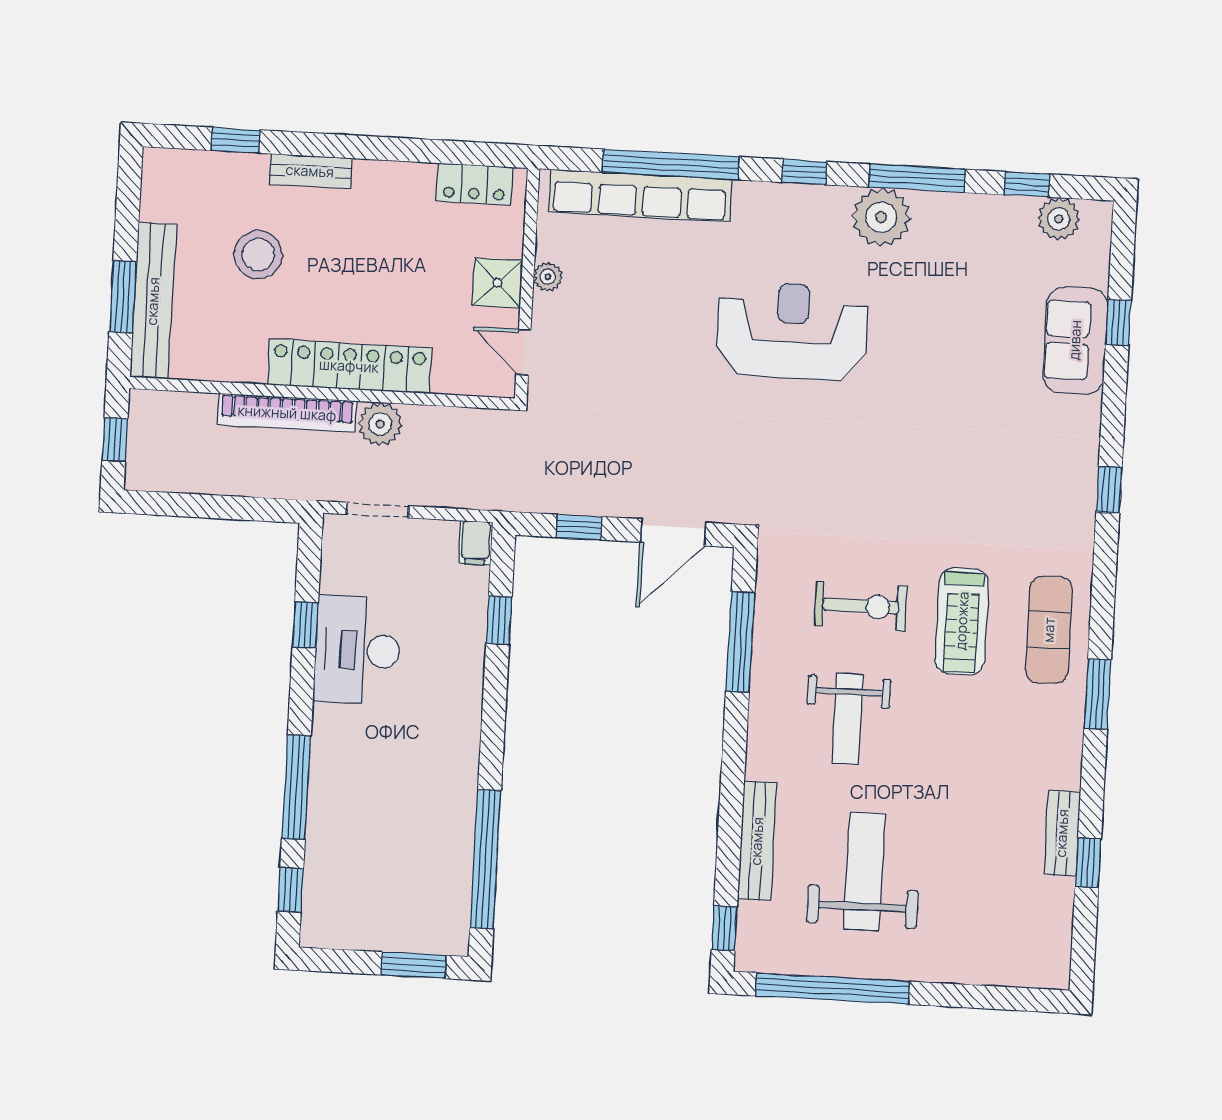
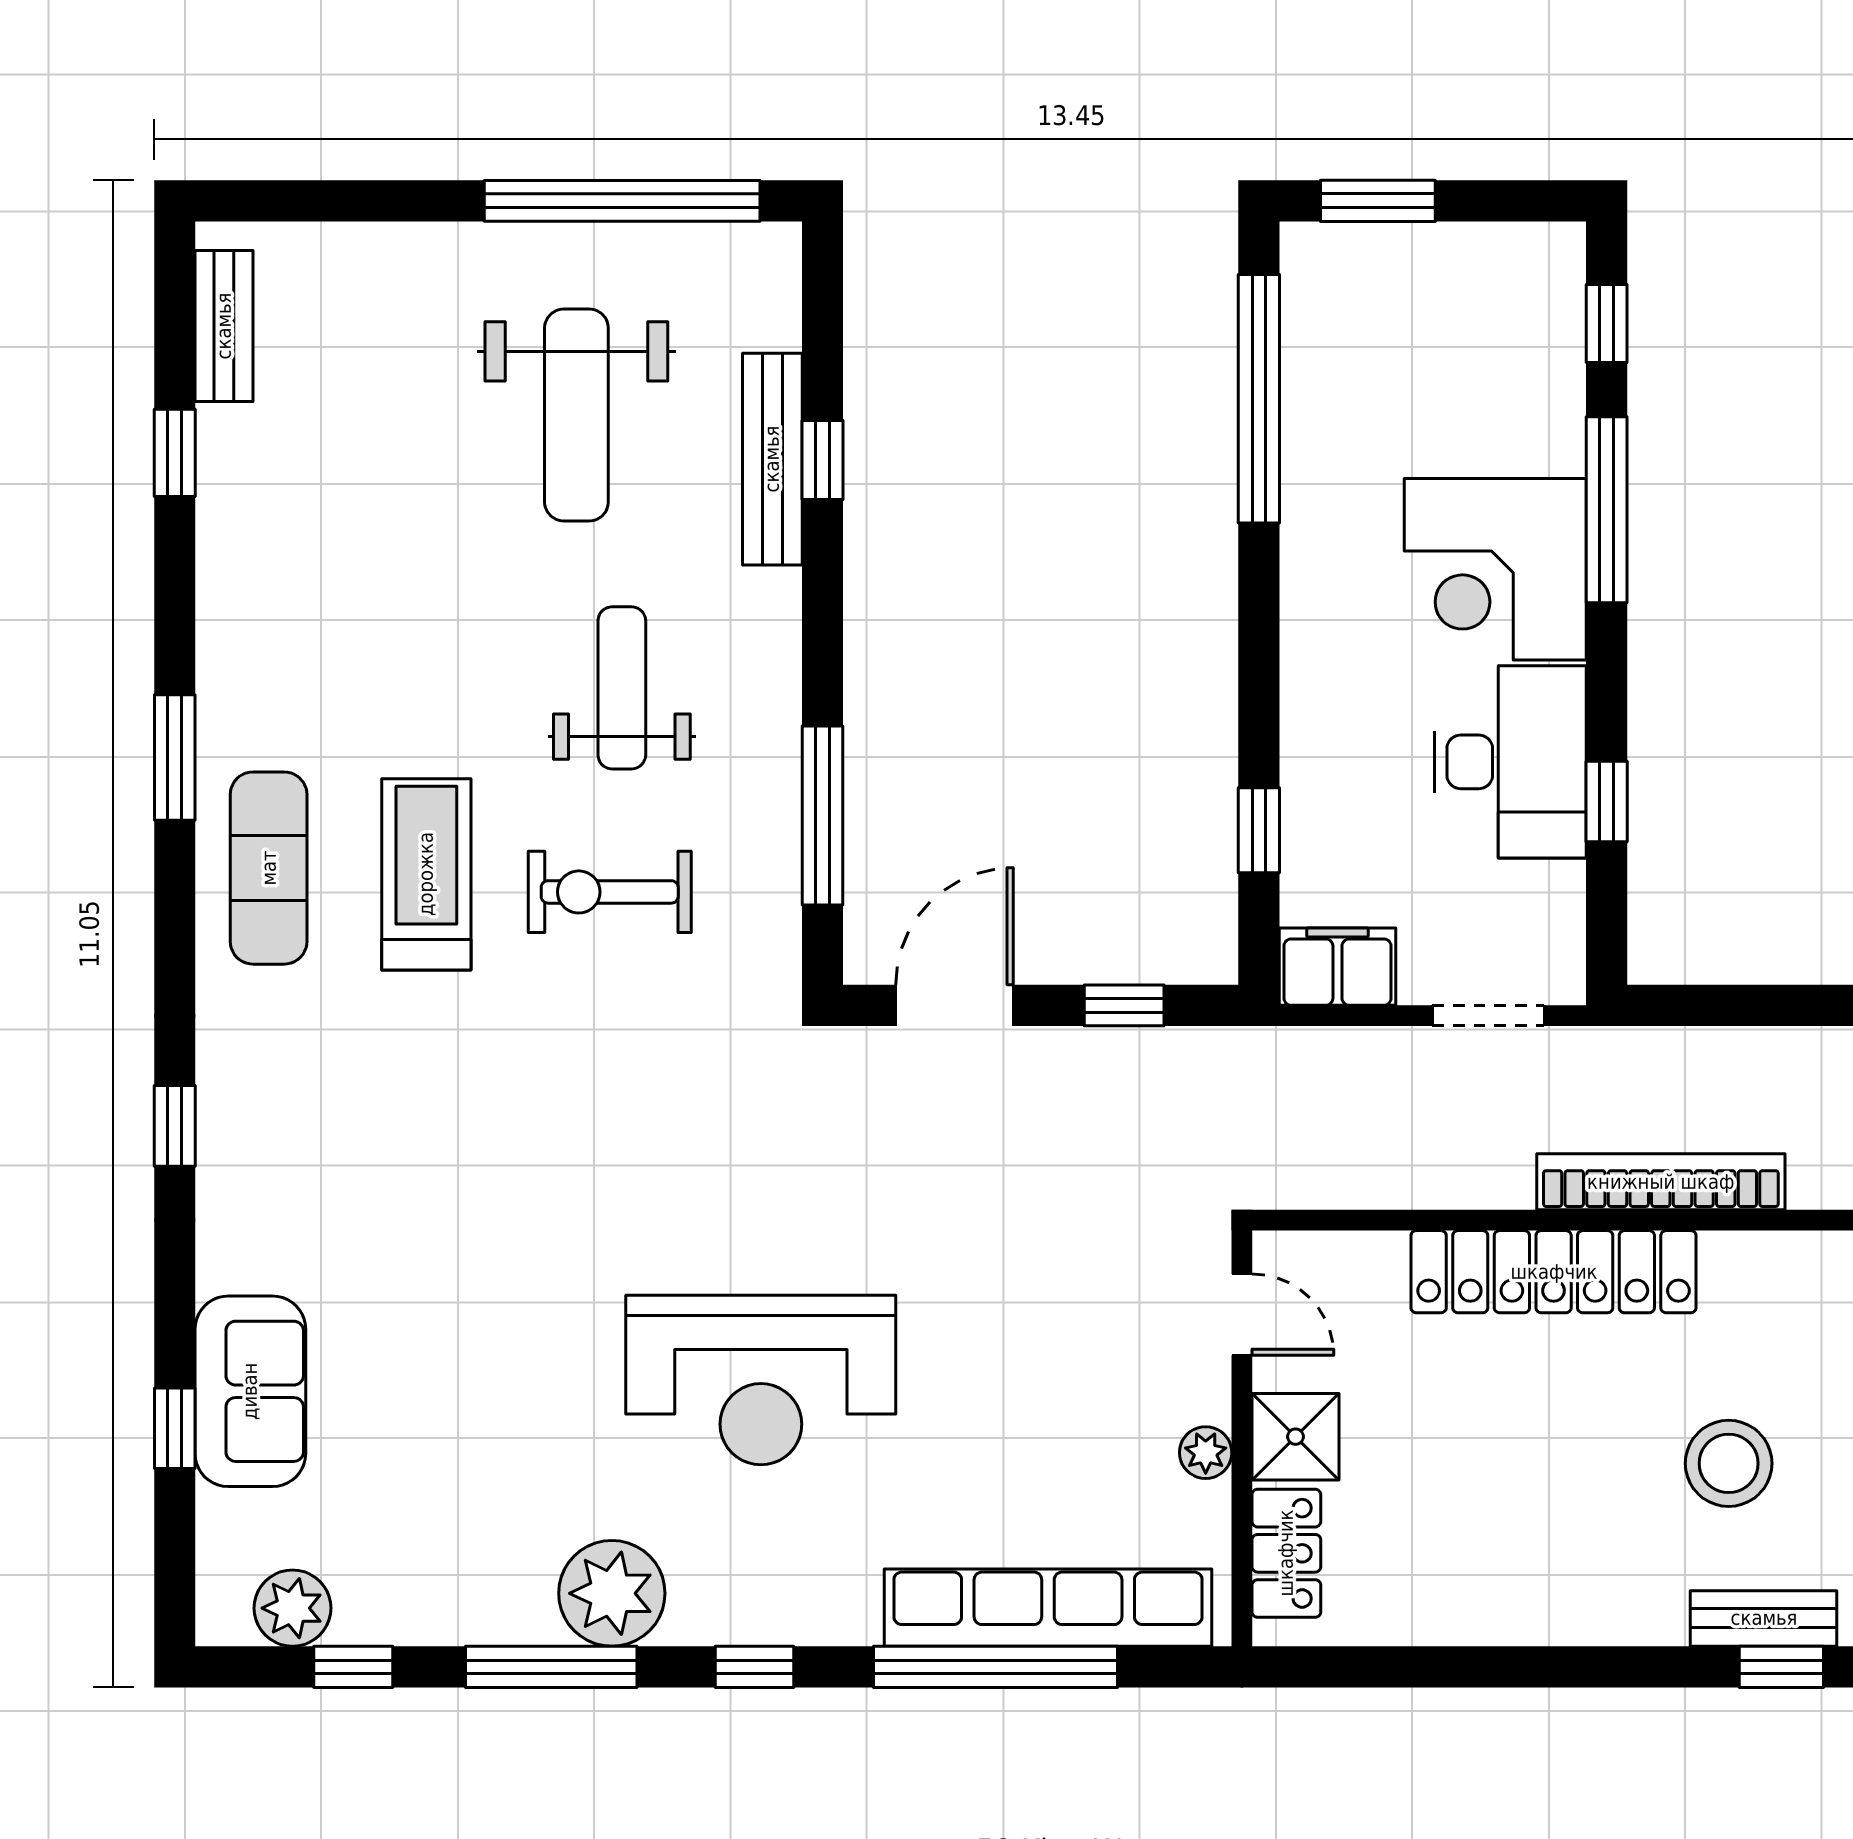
bench: (310, 171) -> (1764, 1618), moved
locker: (474, 184) -> (1286, 1553), moved, turned 90
plant: (380, 424) -> (1492, 1171), removed
filing cabinet: (476, 543) -> (1337, 967), width x2.00
corner desk: (360, 757) -> (1495, 569), added
bench: (1062, 833) -> (224, 326), moved
window: (724, 928) -> (823, 460), moved

